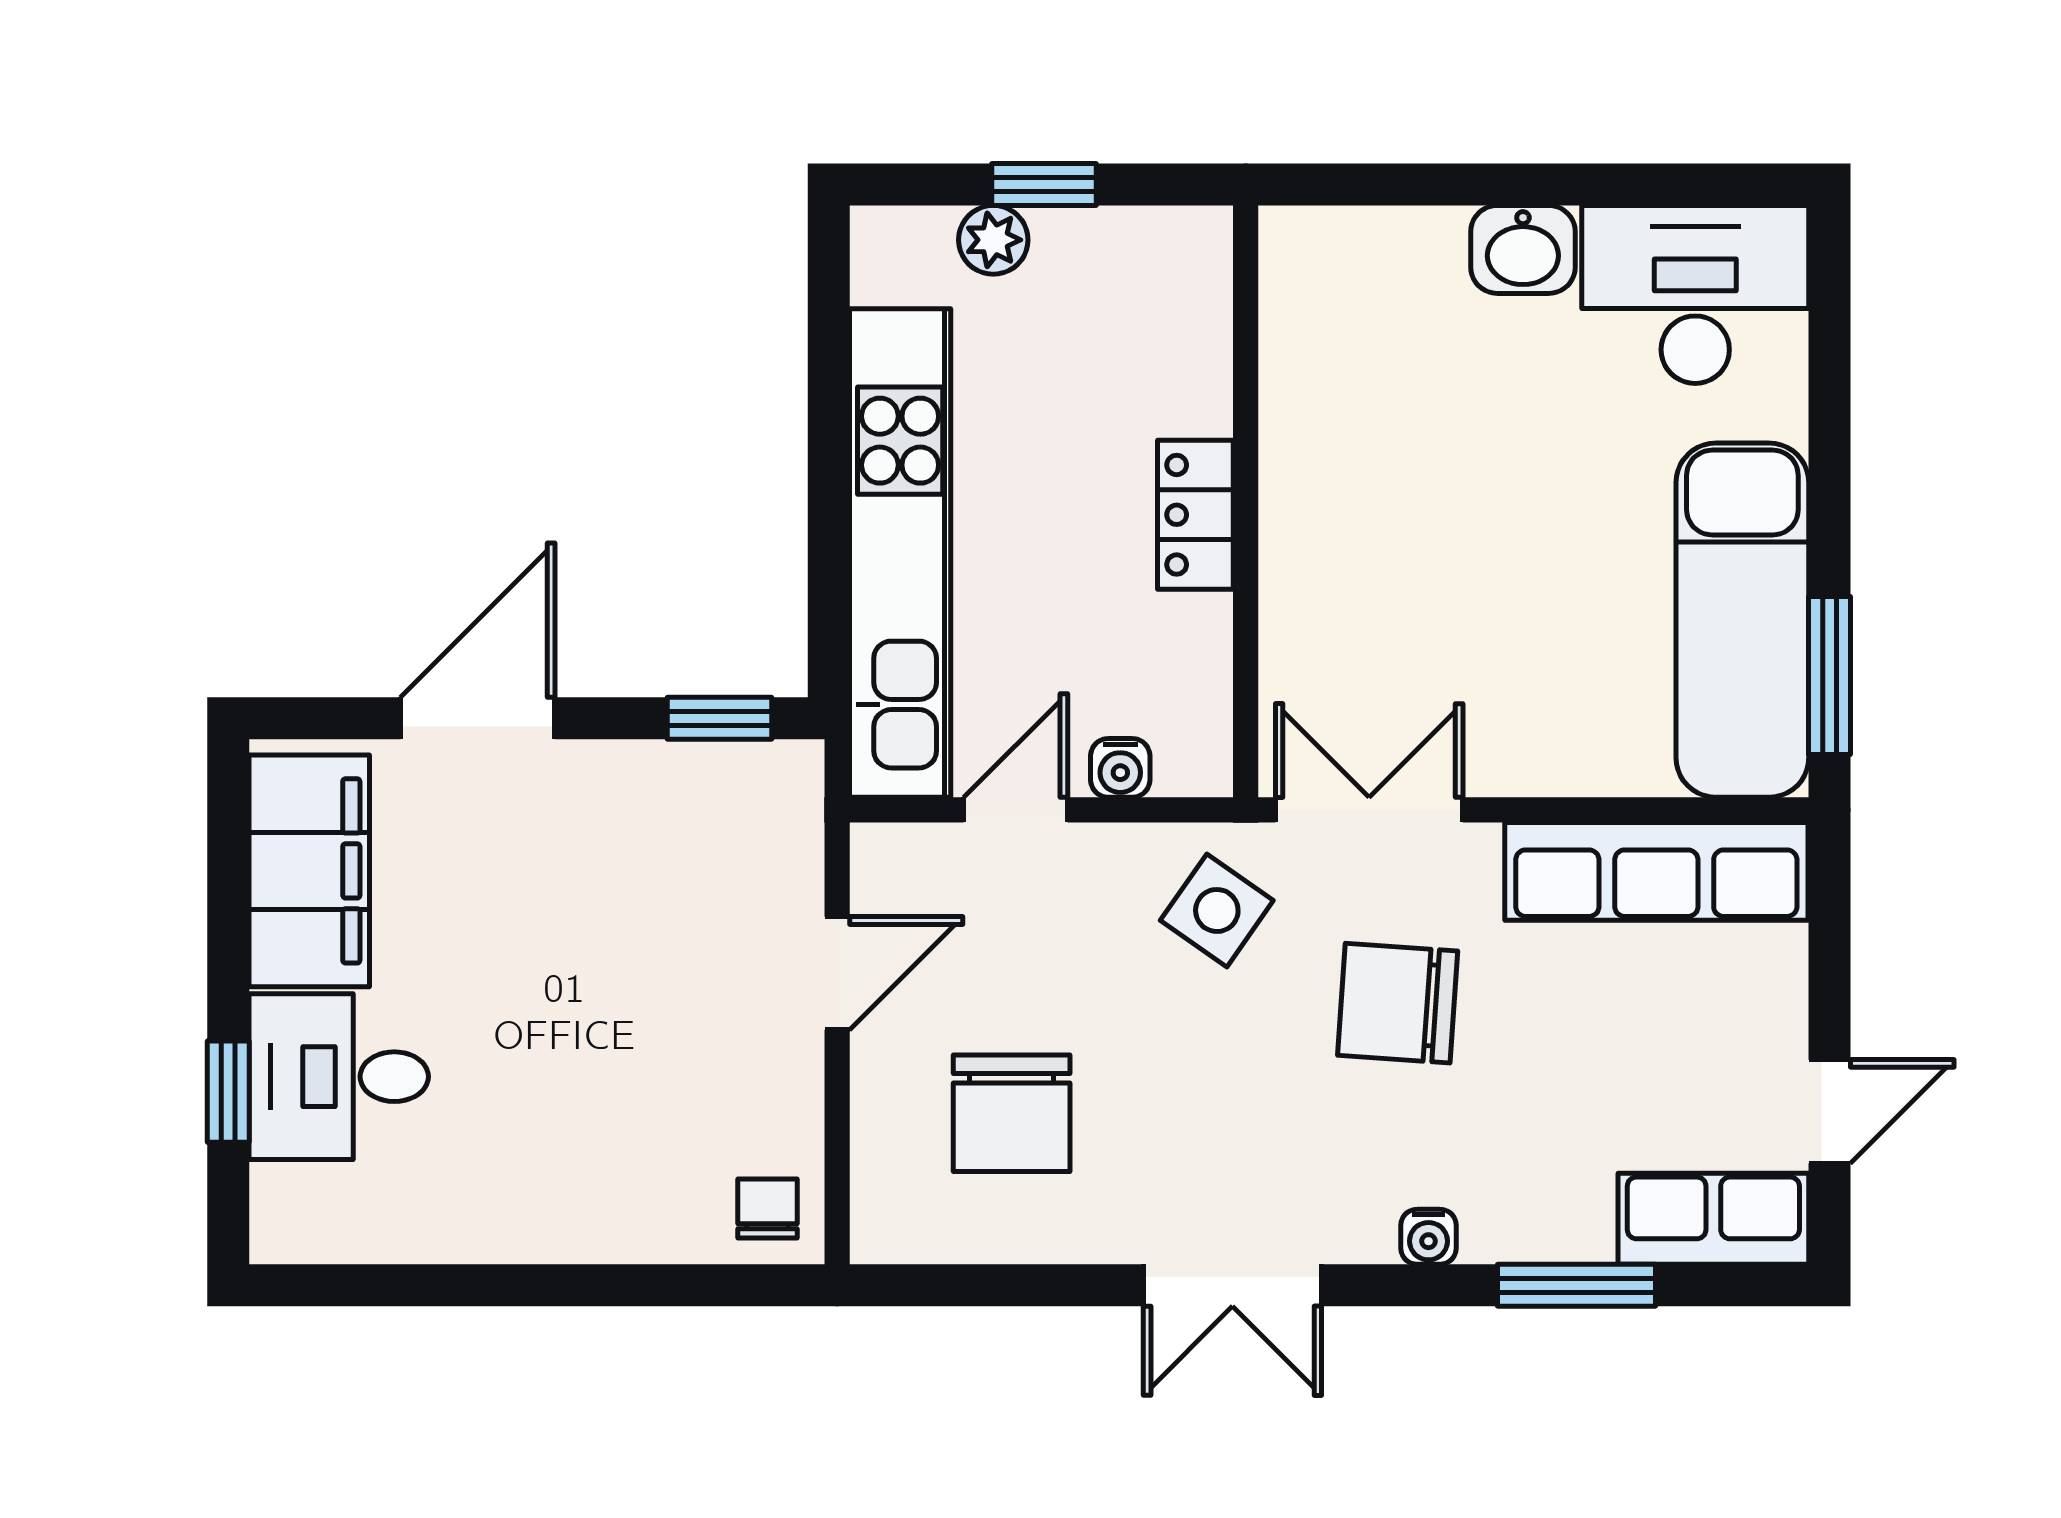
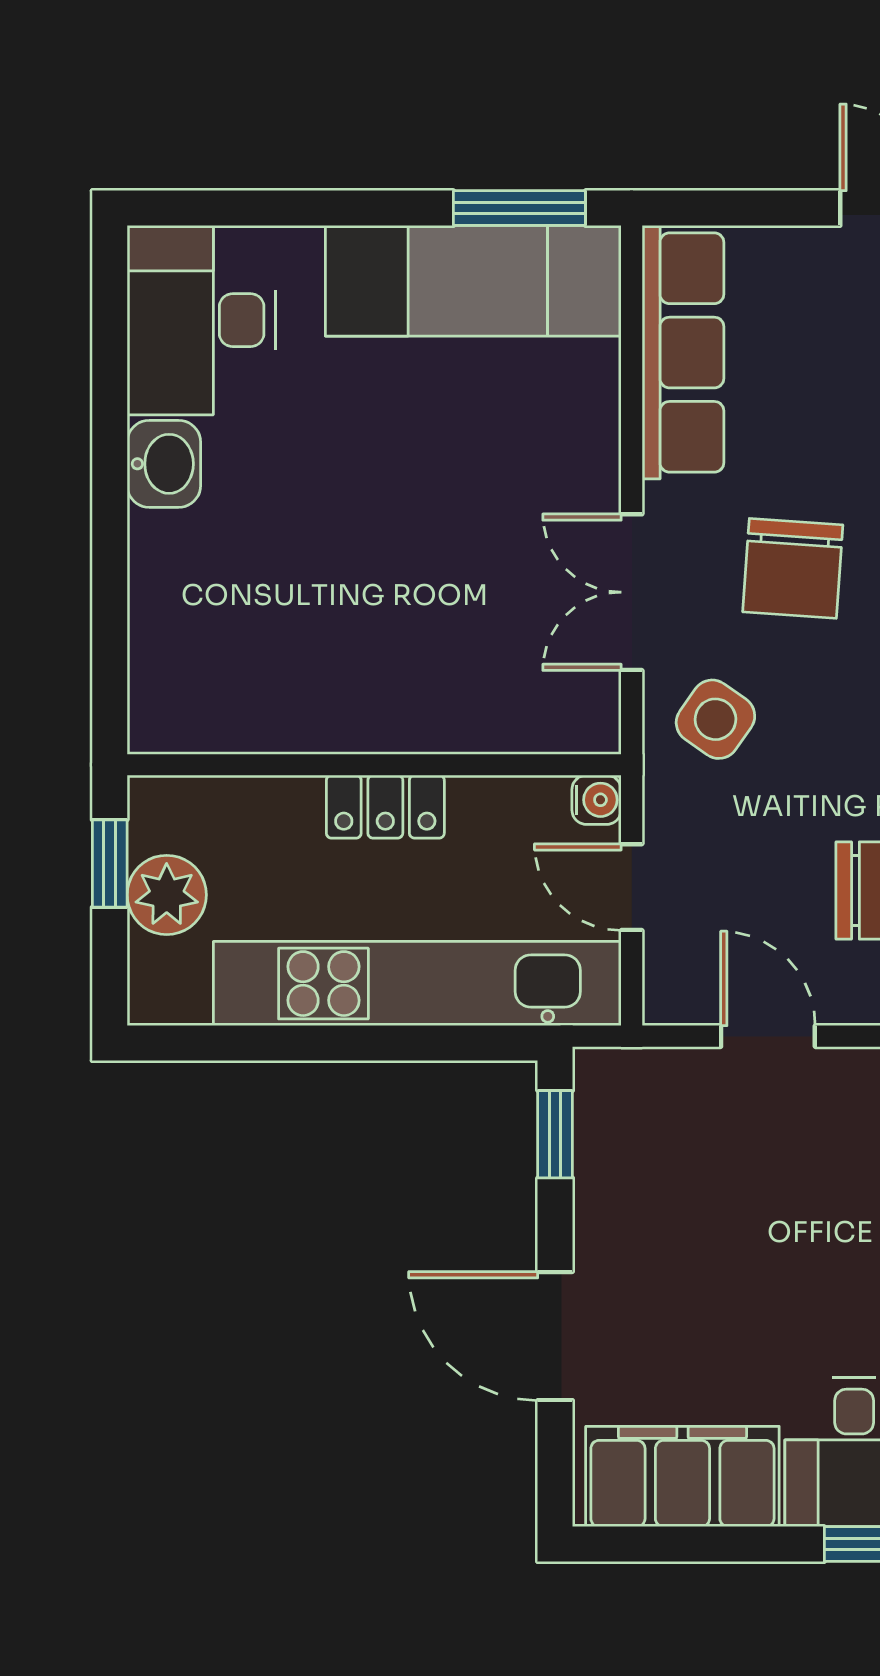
plant: (993, 240) -> (167, 895), width x1.38, depth x1.38
wall: (1246, 501) -> (374, 765), moved
locker: (1195, 515) -> (385, 807), moved

